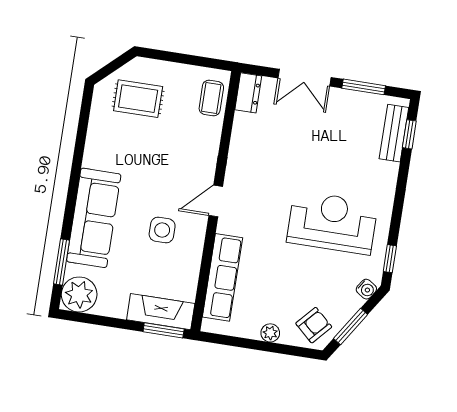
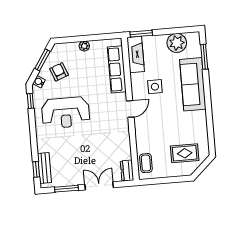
plant: (79, 294) -> (177, 43), moved
fireplace: (161, 312) -> (136, 54), moved, turned -90
armchair: (314, 325) -> (59, 72), moved, turned 117

